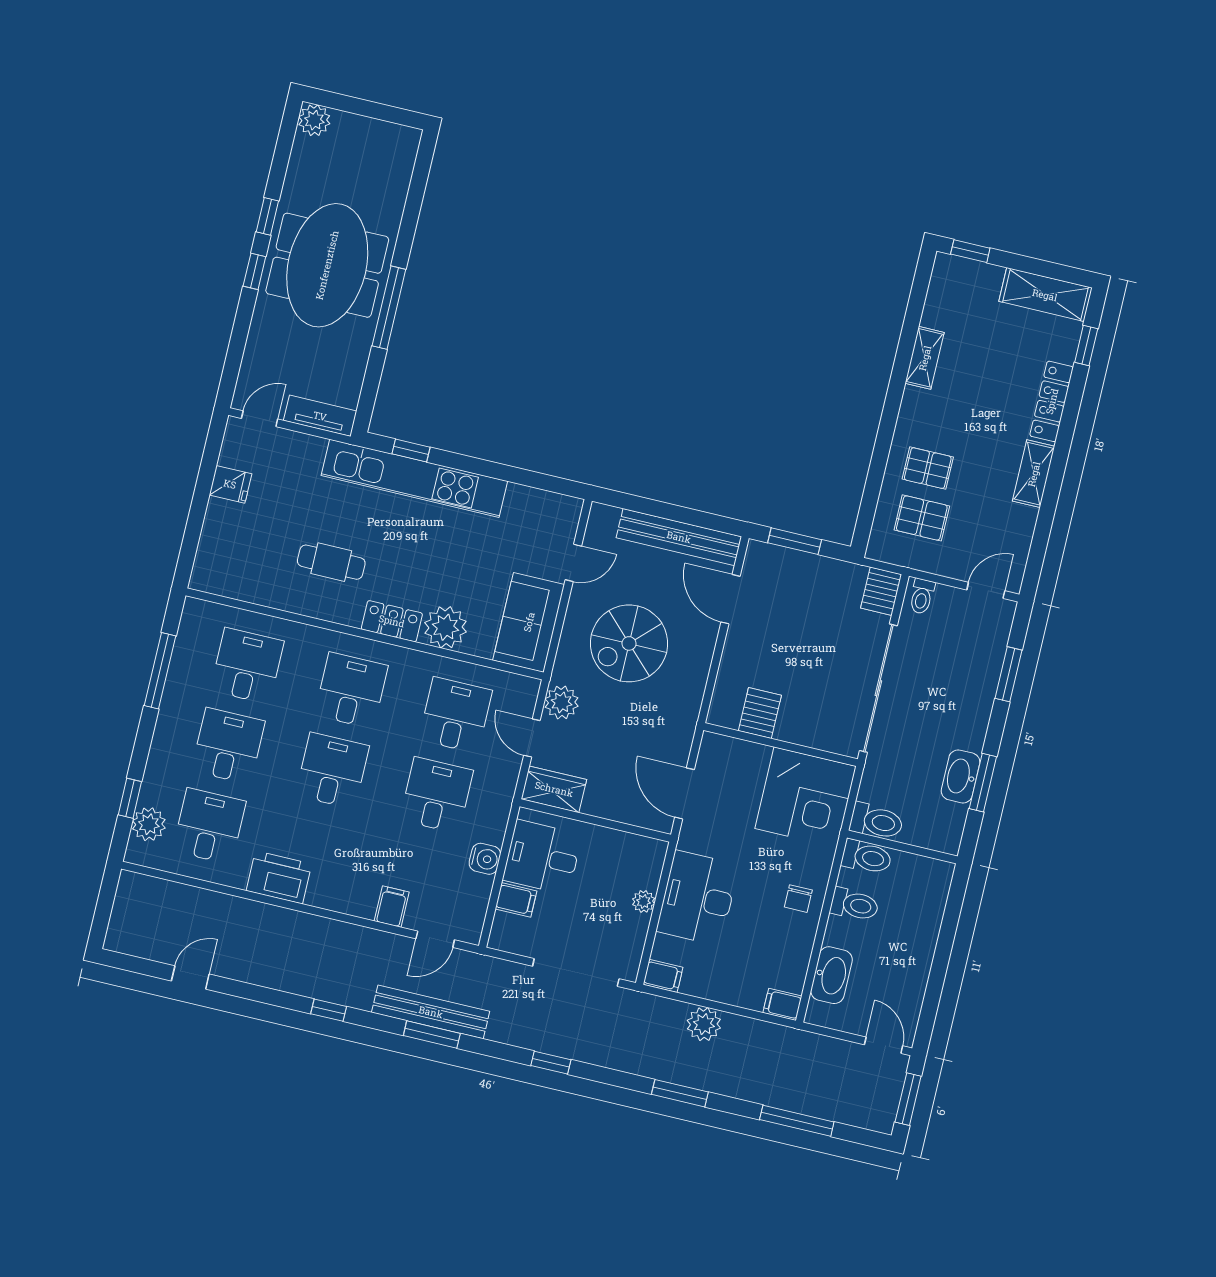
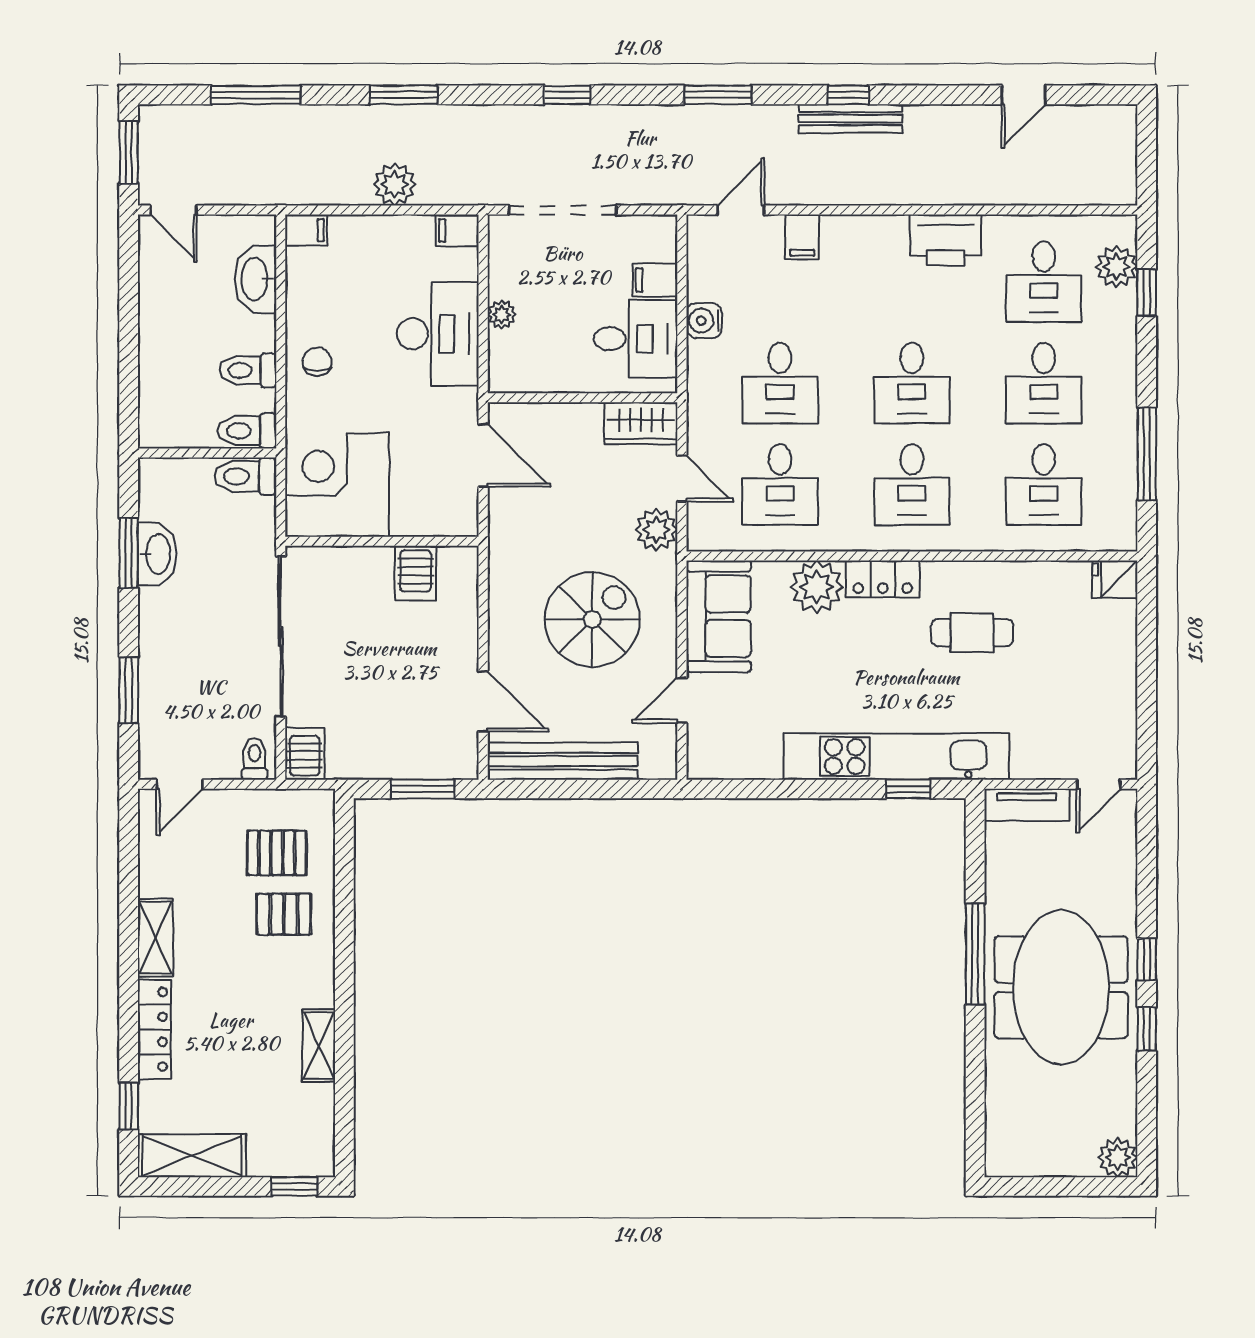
fridge: (230, 484) -> (1115, 579), moved
bench: (431, 1012) -> (851, 119), moved, width x0.73, depth x0.82

